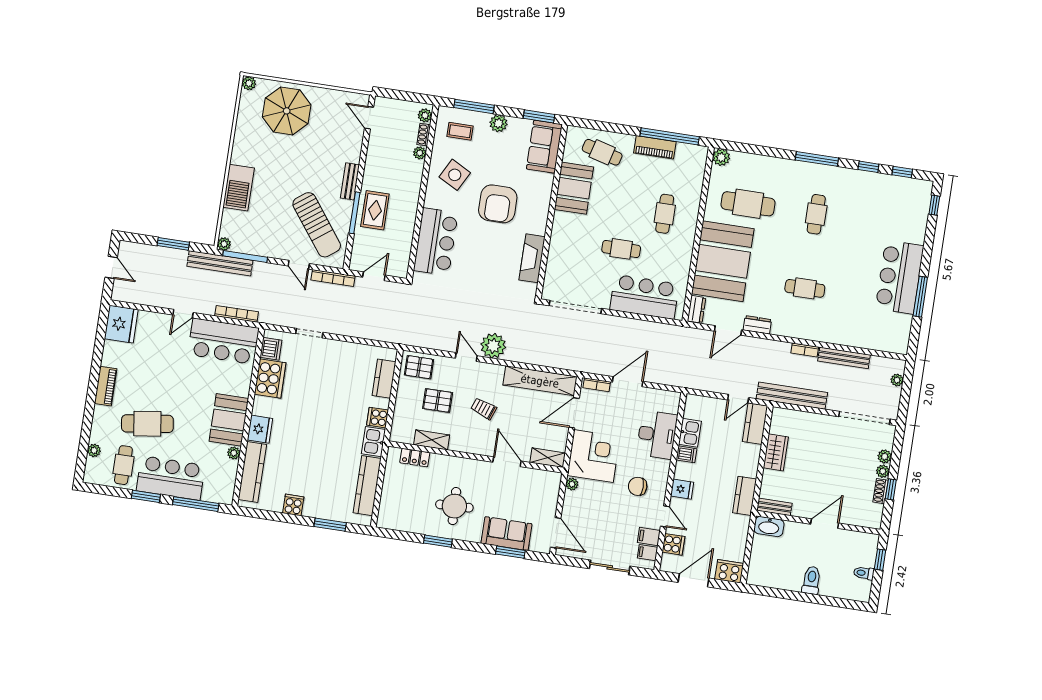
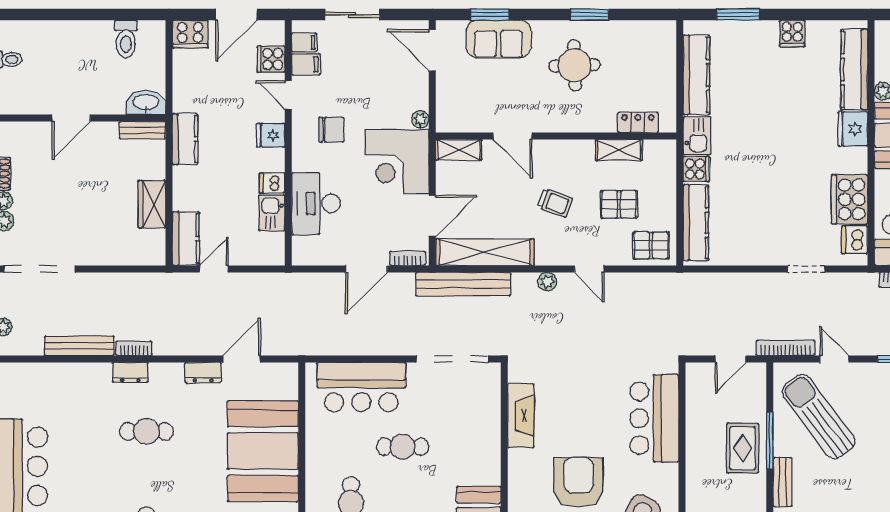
dresser: (697, 309) -> (130, 372), moved, turned -90
plant: (493, 346) -> (547, 282), width x0.53, depth x0.53
kitchen counter: (384, 379) -> (696, 223), width x1.50
bench: (792, 396) -> (463, 284), moved
toilet: (811, 580) -> (126, 39), moved

